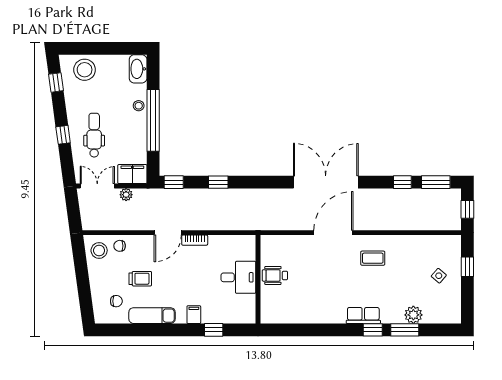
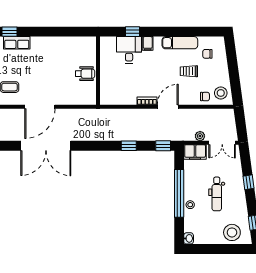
washbasin: (138, 69) -> (189, 238), width x0.52, depth x0.69
dental chair: (94, 135) -> (217, 194), moved
desk: (238, 277) -> (129, 50), moved, turned 90

